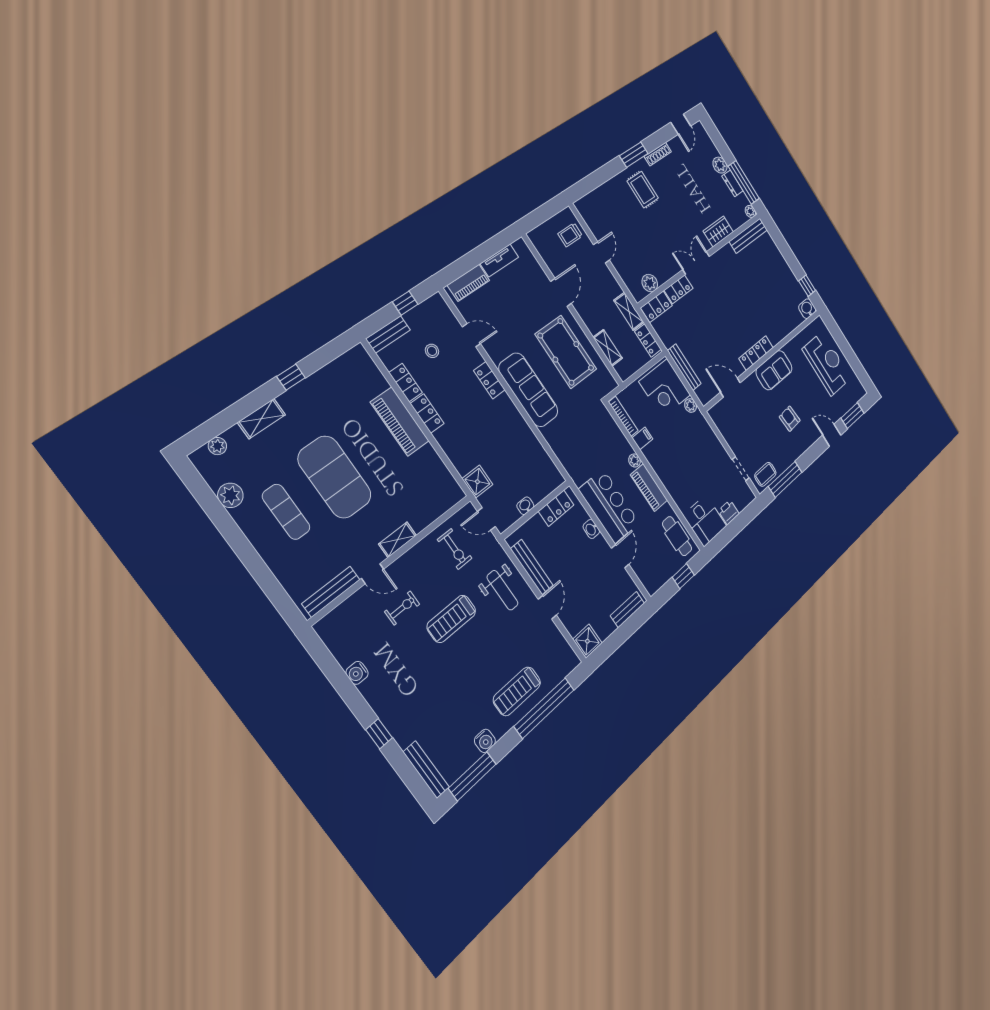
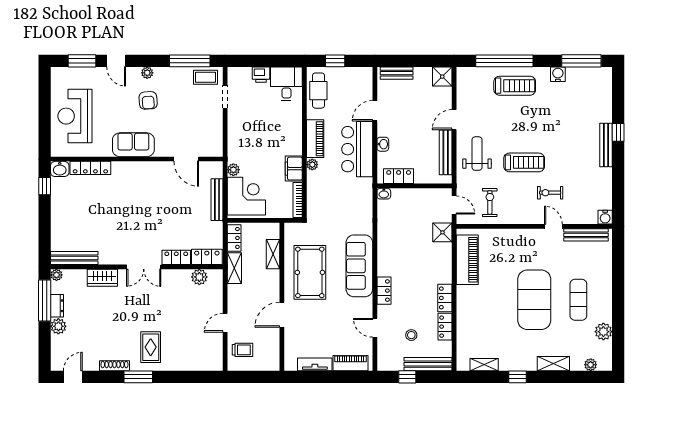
bench: (388, 334) -> (428, 364), width x1.36
locker: (756, 353) -> (90, 168), moved
piano: (400, 422) -> (467, 260), moved
filing cabinet: (642, 438) -> (294, 169), width x2.00
plant: (806, 443) -> (147, 73), added
washbasin: (525, 506) -> (384, 194), moved
shelving: (397, 540) -> (484, 365), moved
water cooler: (357, 673) -> (605, 217), moved, turned 90
bench: (426, 770) -> (606, 145), moved

